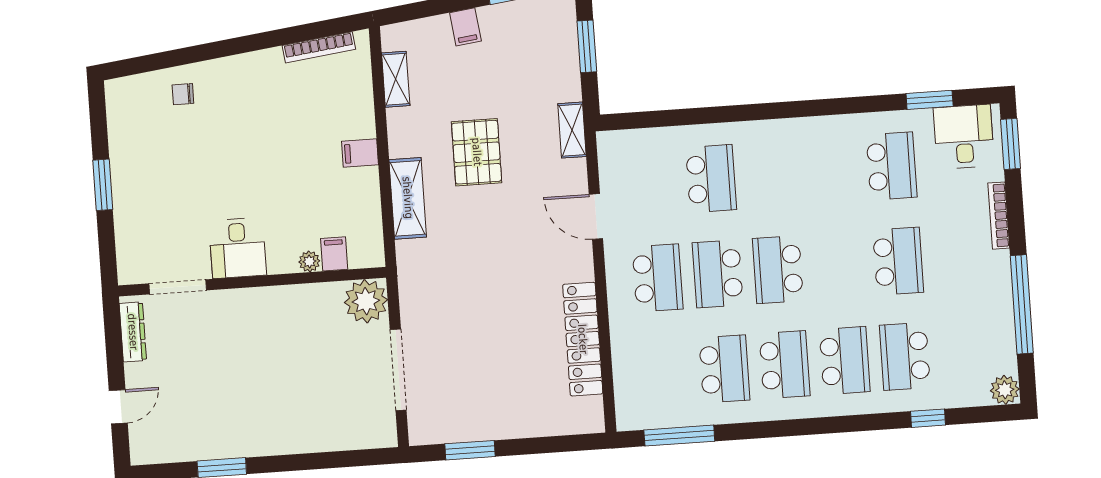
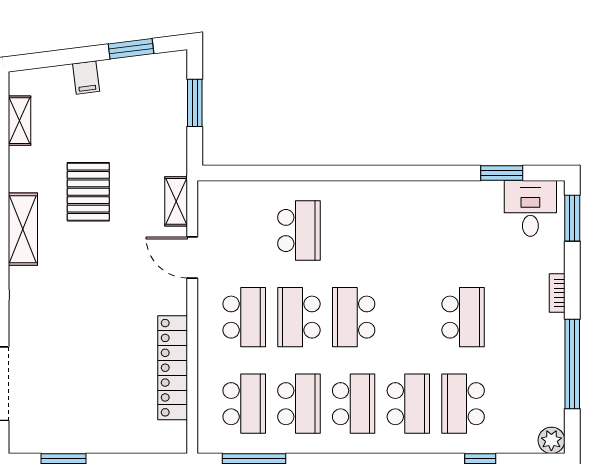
shelving: (572, 130) -> (176, 201), moved
school desk: (892, 166) -> (244, 404), moved
bookcase: (999, 216) -> (557, 293), width x0.64

